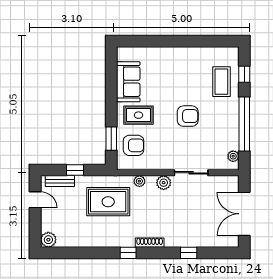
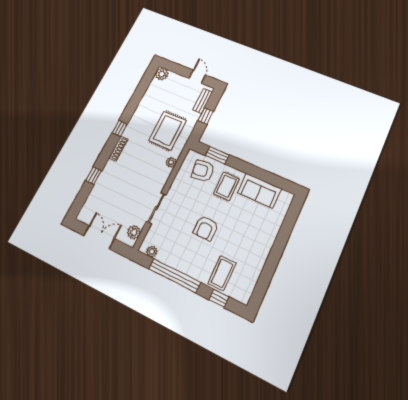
coffee table: (221, 82) -> (222, 273), turned 90
armchair: (134, 145) -> (203, 171), turned 82
plant: (164, 183) -> (134, 232), moved
door: (35, 200) -> (197, 77), swing flipped
double door: (244, 214) -> (99, 237), width x0.73

